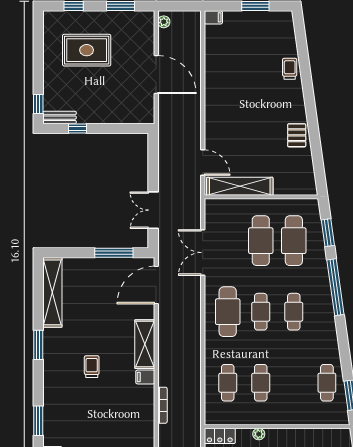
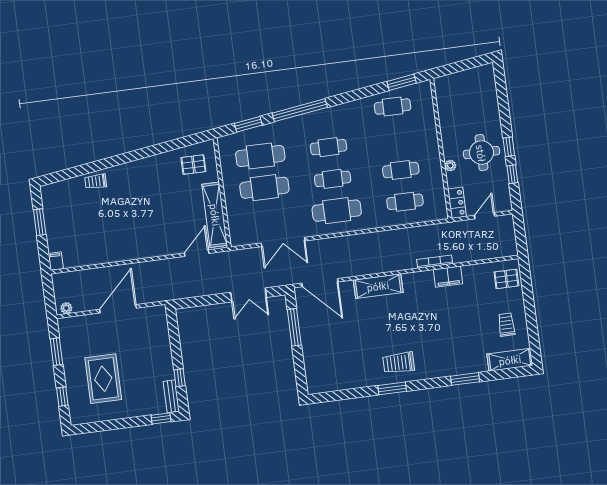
pallet: (297, 135) -> (193, 165), moved
shelving: (52, 292) -> (340, 381), removed
trolley: (92, 367) -> (399, 363), moved, width x1.36, depth x1.39
filing cabinet: (145, 377) -> (448, 277), moved, width x2.00

